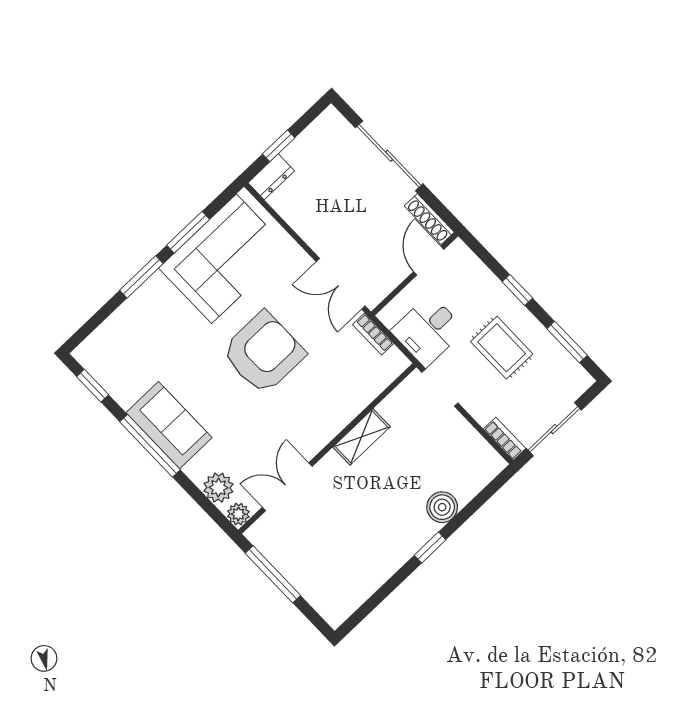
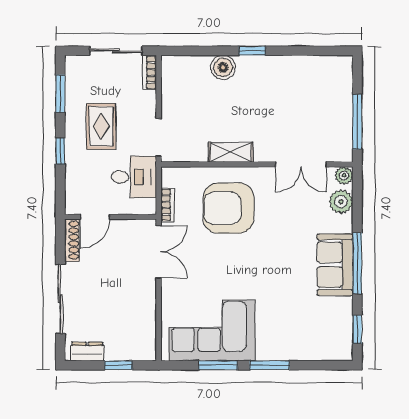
dresser: (271, 177) -> (87, 351), moved
armchair: (263, 353) -> (229, 208), moved

